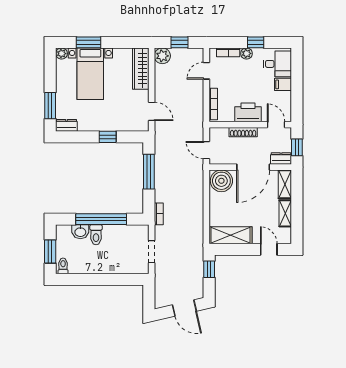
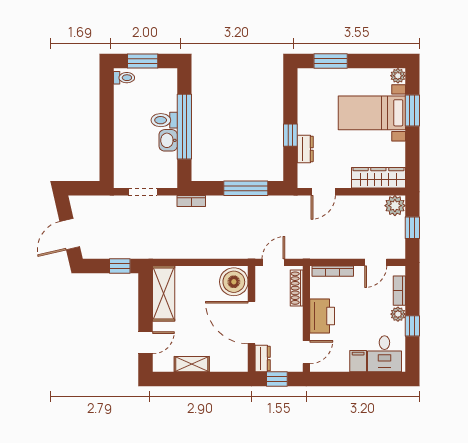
door: (206, 71) -> (376, 262), swing flipped
dresser: (66, 125) -> (305, 149), moved
shoe rack: (243, 132) -> (297, 288), moved
shelving: (285, 184) -> (229, 364), removed
washbasin: (80, 232) -> (168, 140), moved

